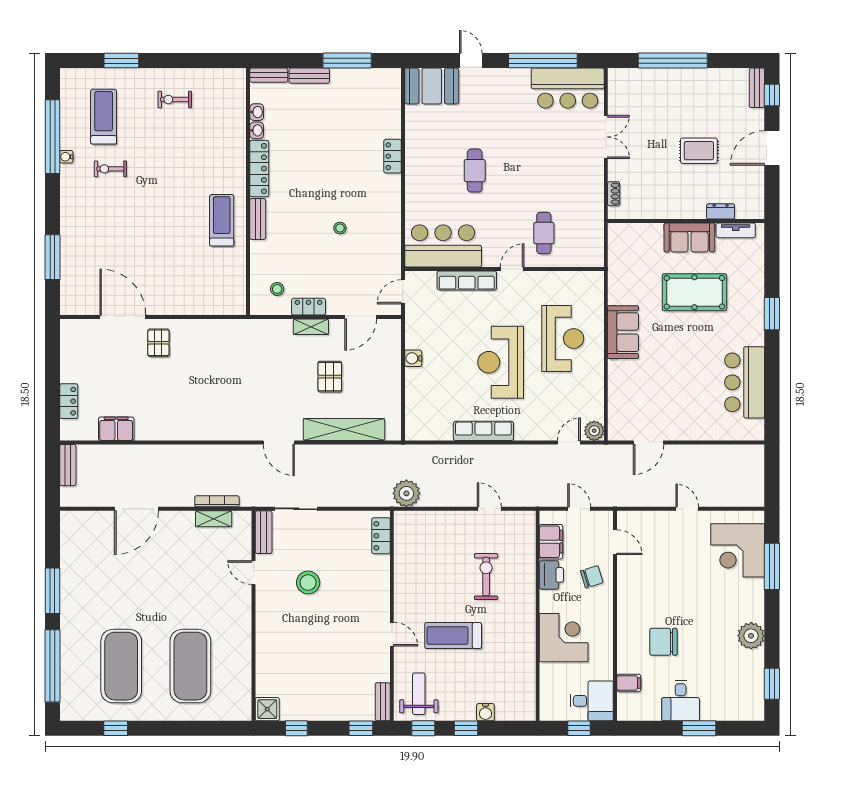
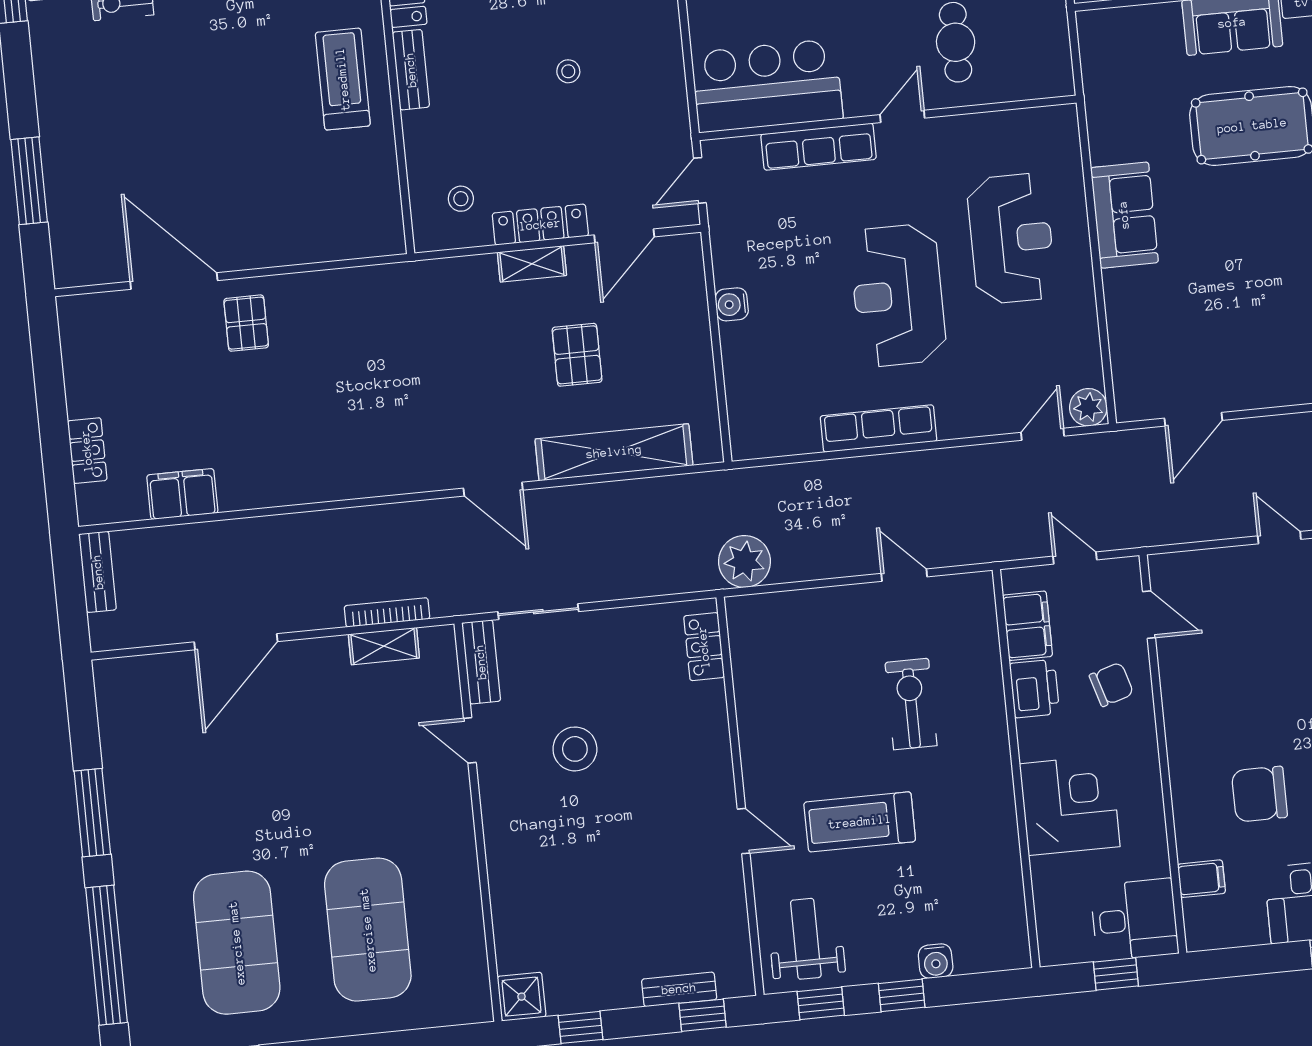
locker: (308, 307) -> (540, 225), width x1.53
bench: (383, 702) -> (679, 989), moved, turned 90

